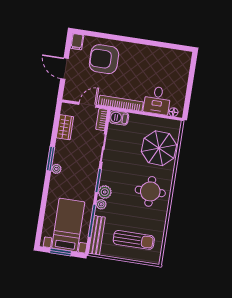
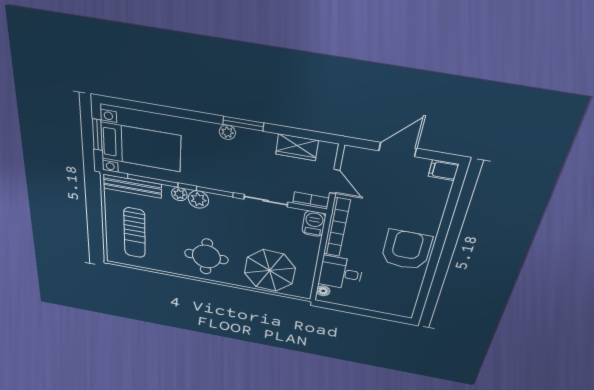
armchair: (104, 59) -> (406, 250), moved

